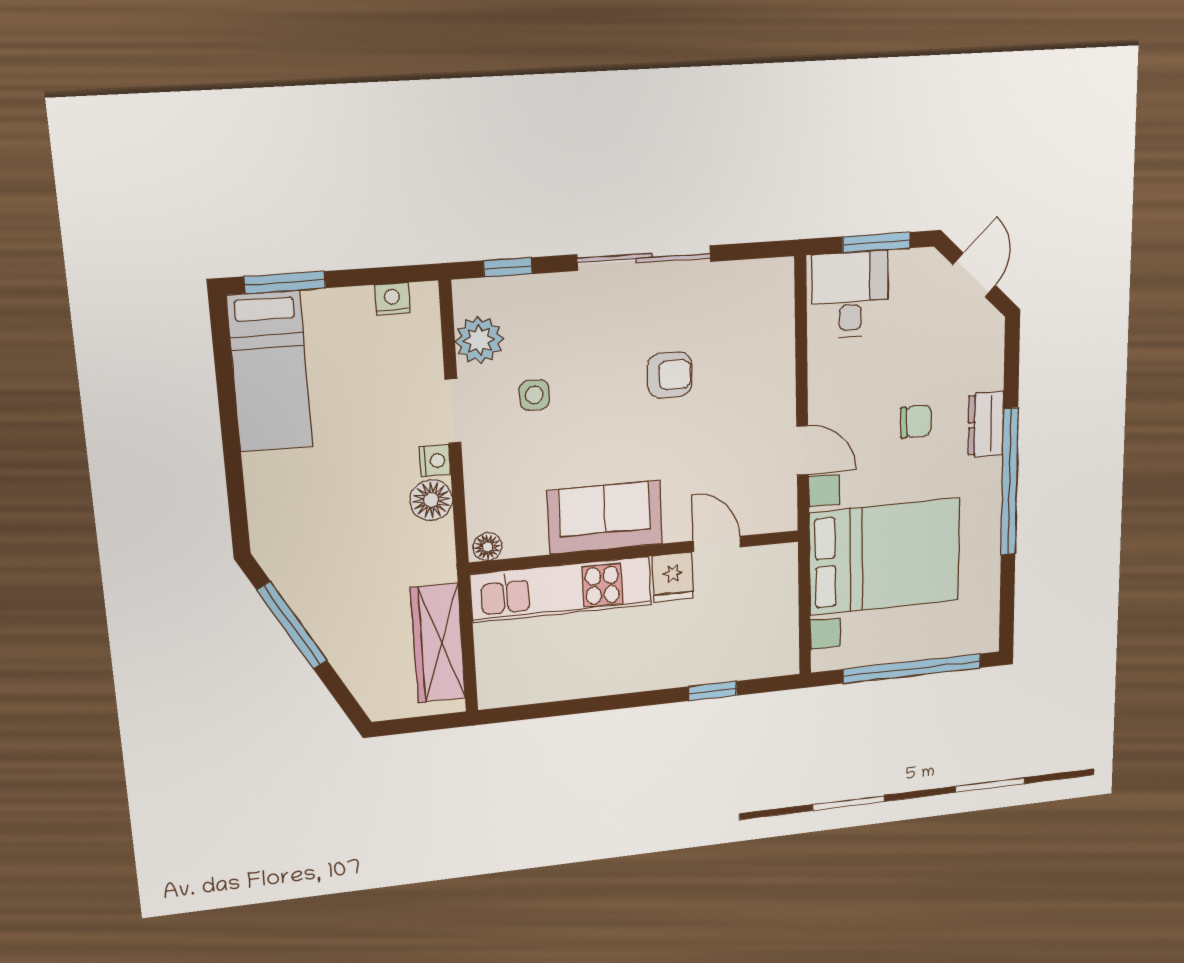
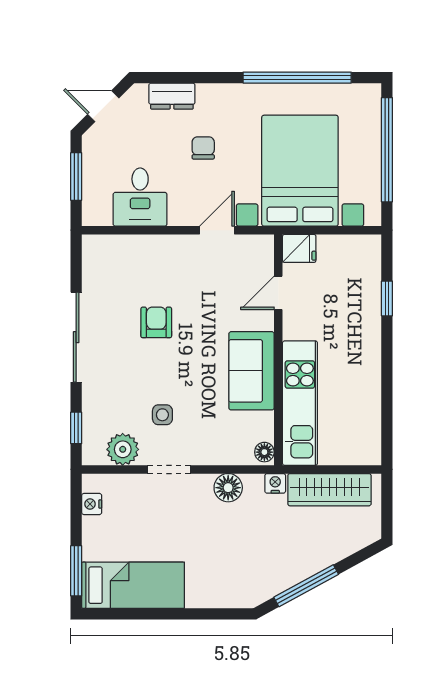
desk: (850, 295) -> (140, 197), moved, turned -90
dresser: (986, 424) -> (172, 96), moved
nightstand: (435, 461) -> (275, 483), moved
window: (1009, 482) -> (297, 78), moved
fridge: (673, 577) -> (299, 248), moved

